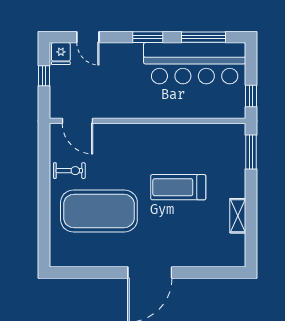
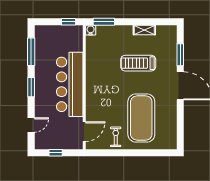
fridge: (61, 54) -> (42, 142), removed
bar counter: (195, 63) -> (70, 84), moved, turned 180
water cooler: (238, 131) -> (91, 30), added
treadmill: (178, 187) -> (138, 63), moved, turned 90
window: (199, 273) -> (180, 55), added

